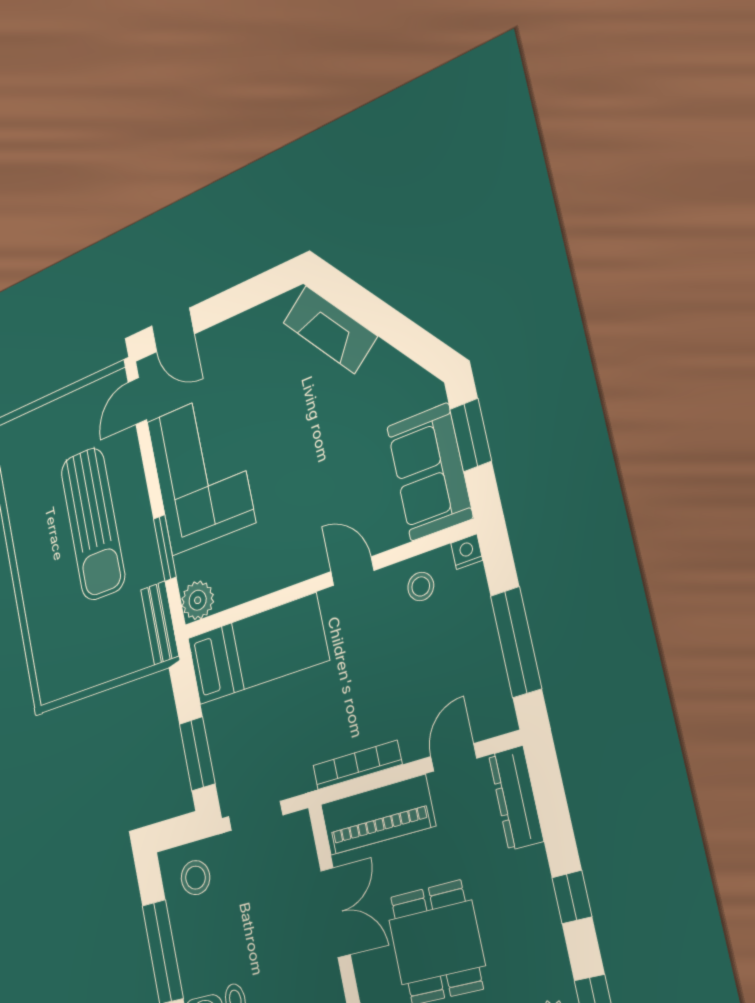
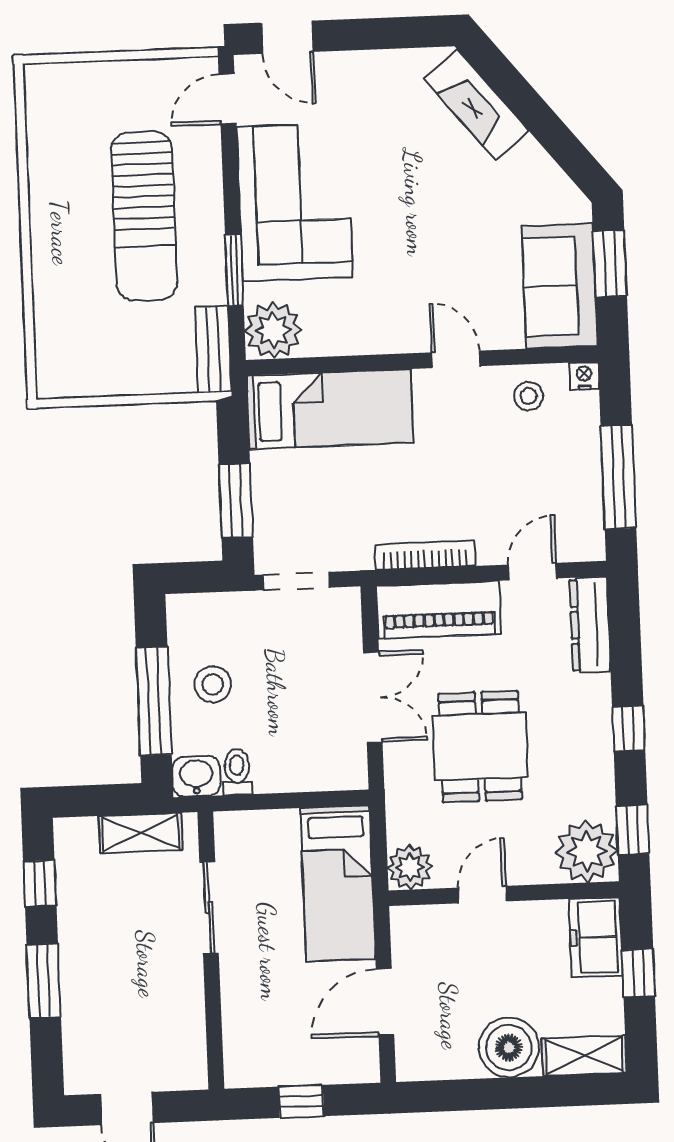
plant: (198, 600) -> (273, 330), width x1.36, depth x1.36
stool: (195, 878) -> (213, 684), moved

